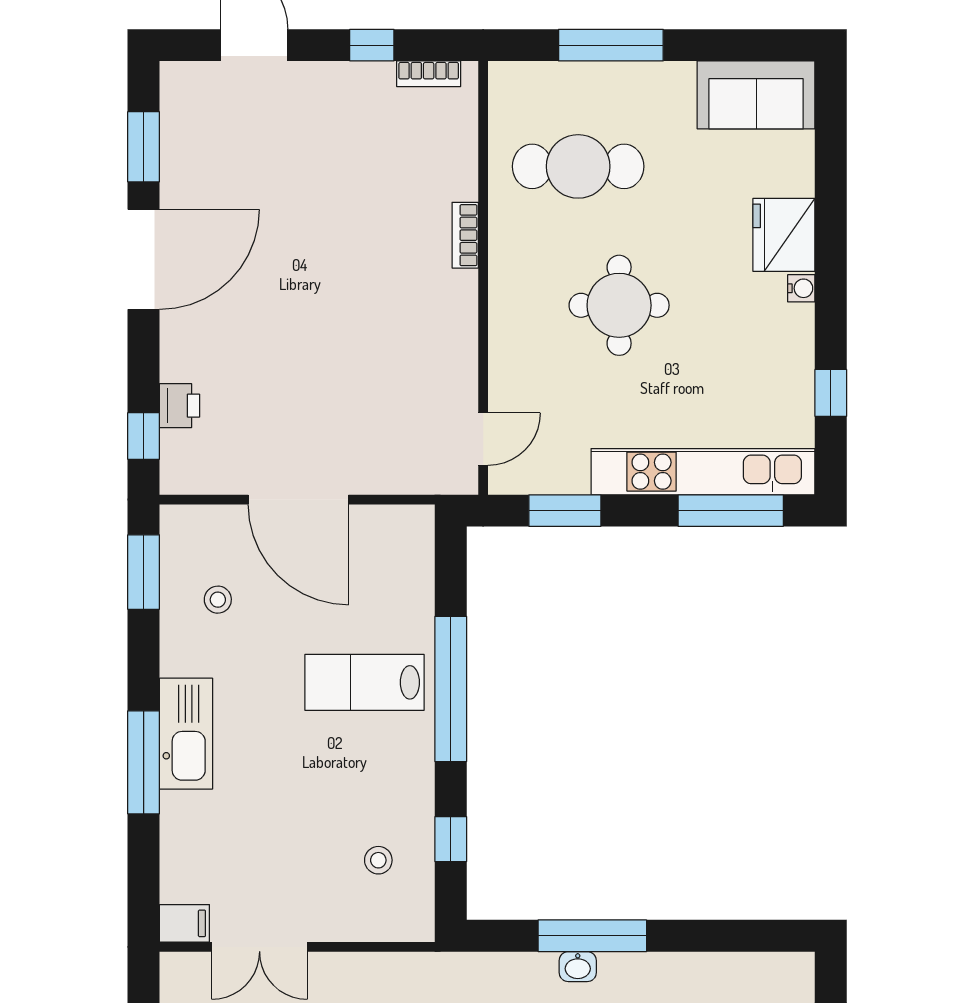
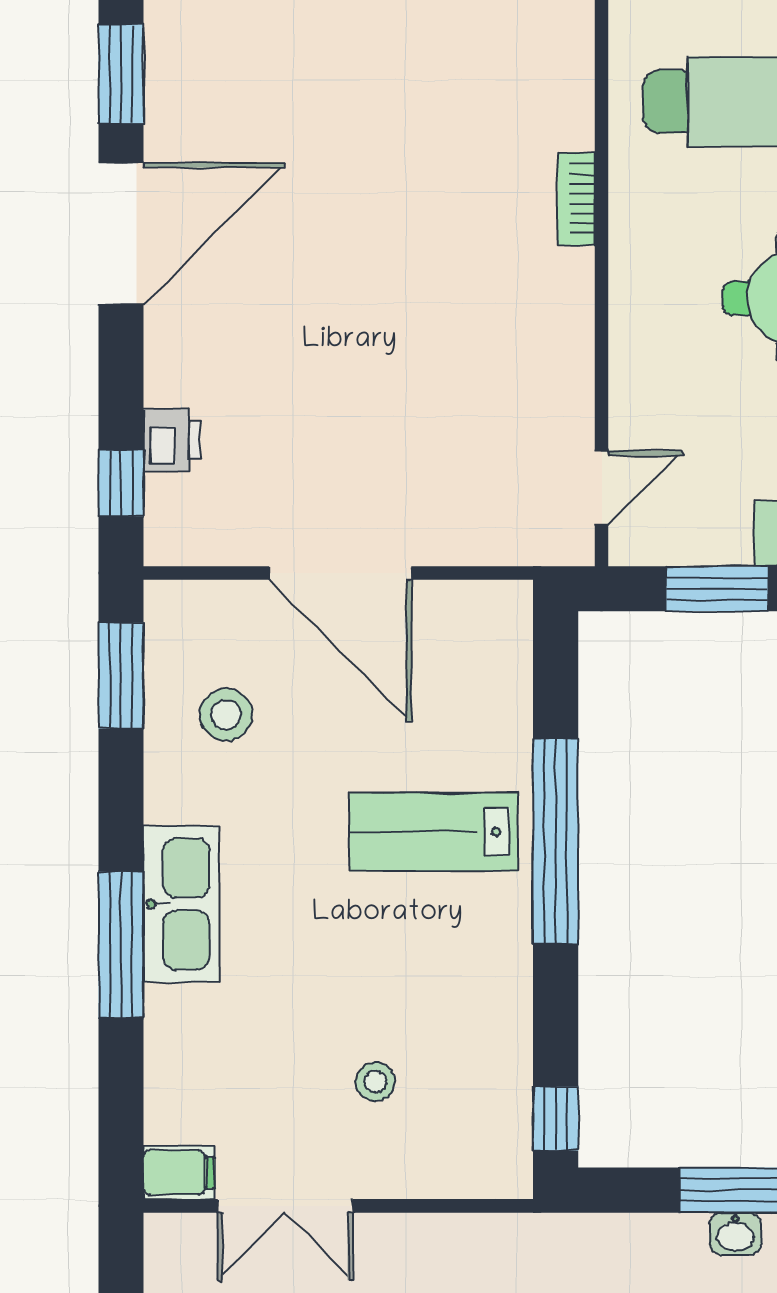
stool: (218, 600) -> (226, 715), width x1.37, depth x1.37
window: (451, 839) -> (556, 1119), moved
stool: (378, 860) -> (376, 1082), moved

